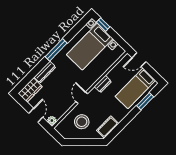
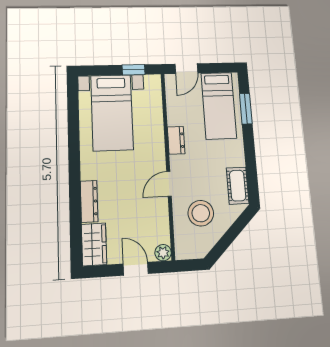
window: (103, 25) -> (134, 70), moved
window: (56, 50) -> (74, 159), removed
door: (82, 98) -> (169, 184), hinge flipped

